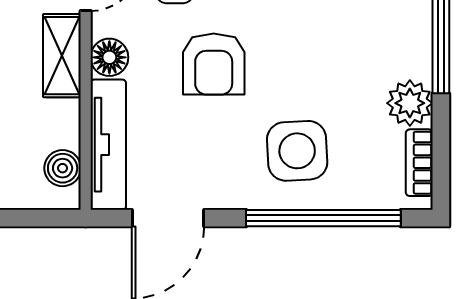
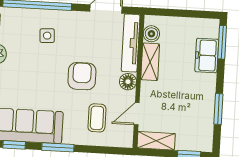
shelving: (62, 56) -> (150, 62), moved
side table: (297, 151) -> (47, 36), width x0.54, depth x0.54

